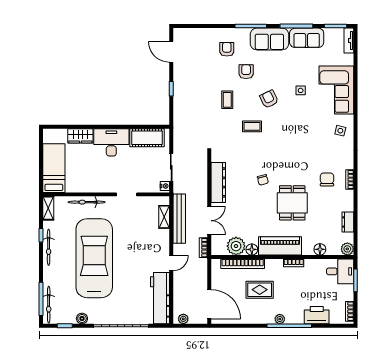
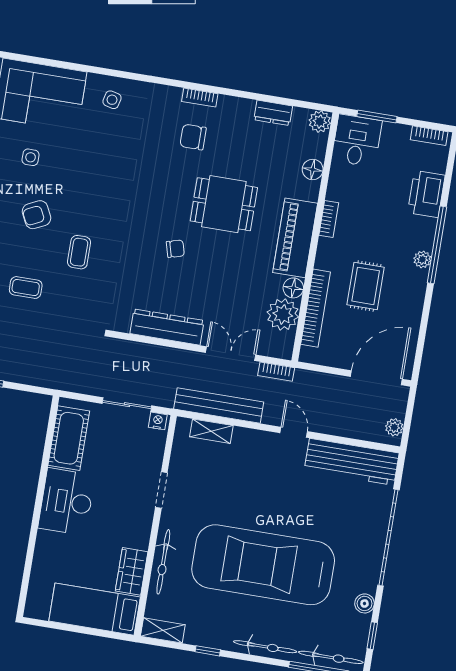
wardrobe: (80, 136) -> (132, 571), moved, turned 180
bicycle: (49, 247) -> (265, 647), moved

